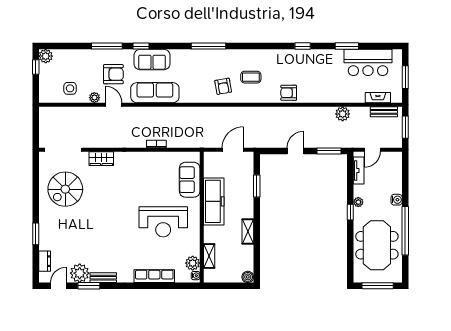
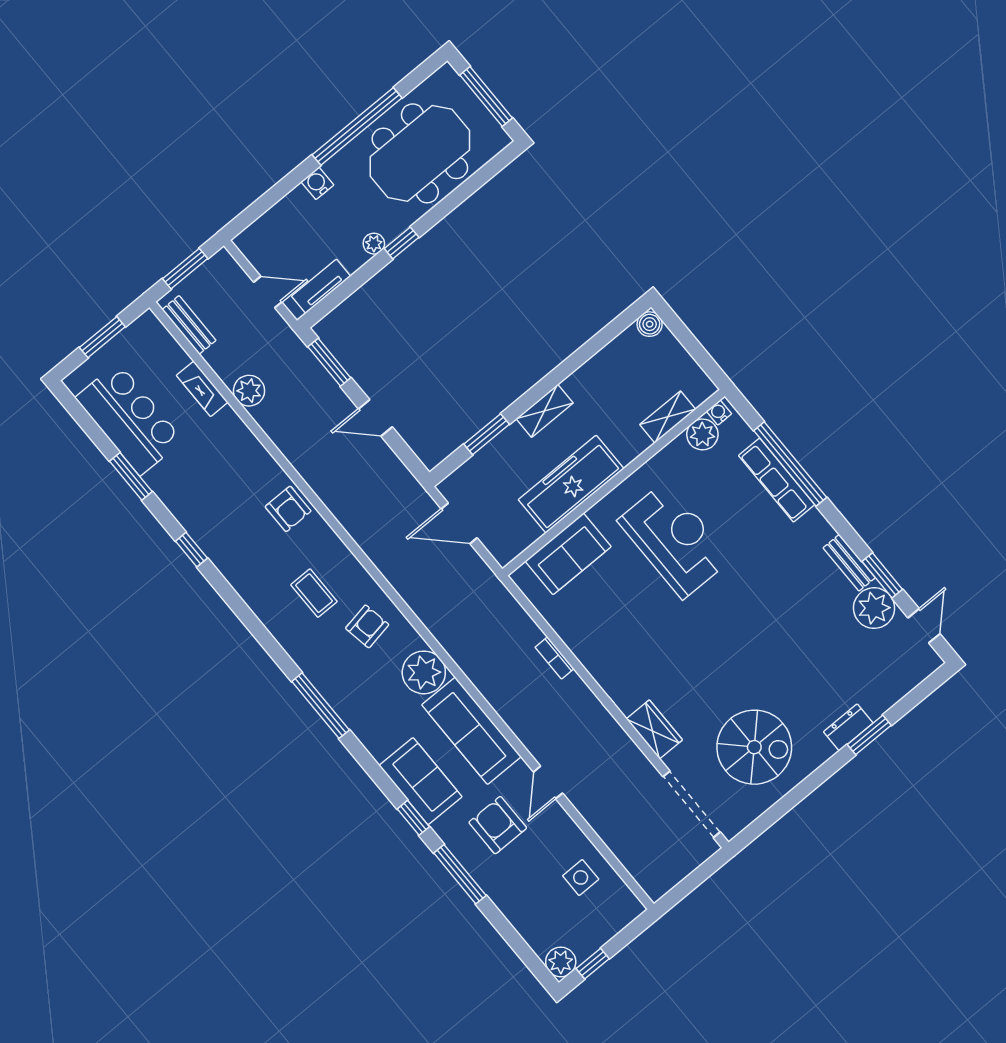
plant: (94, 98) -> (424, 672), moved, width x1.88, depth x1.88
fireplace: (378, 98) -> (202, 389), moved
shelving: (248, 232) -> (545, 411), moved
dresser: (45, 261) -> (848, 727), moved
door: (58, 286) -> (924, 626), swing flipped
window: (156, 286) -> (790, 464), added

